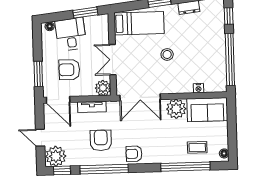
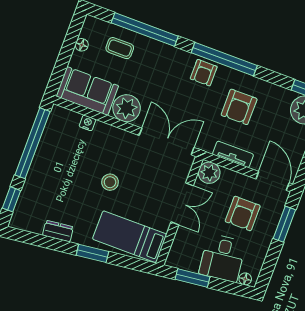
armchair: (69, 70) -> (243, 214), turned 90
floor lamp: (224, 153) -> (82, 45), moved
armchair: (134, 154) -> (204, 73), turned 90
window: (104, 169) -> (224, 59), moved

